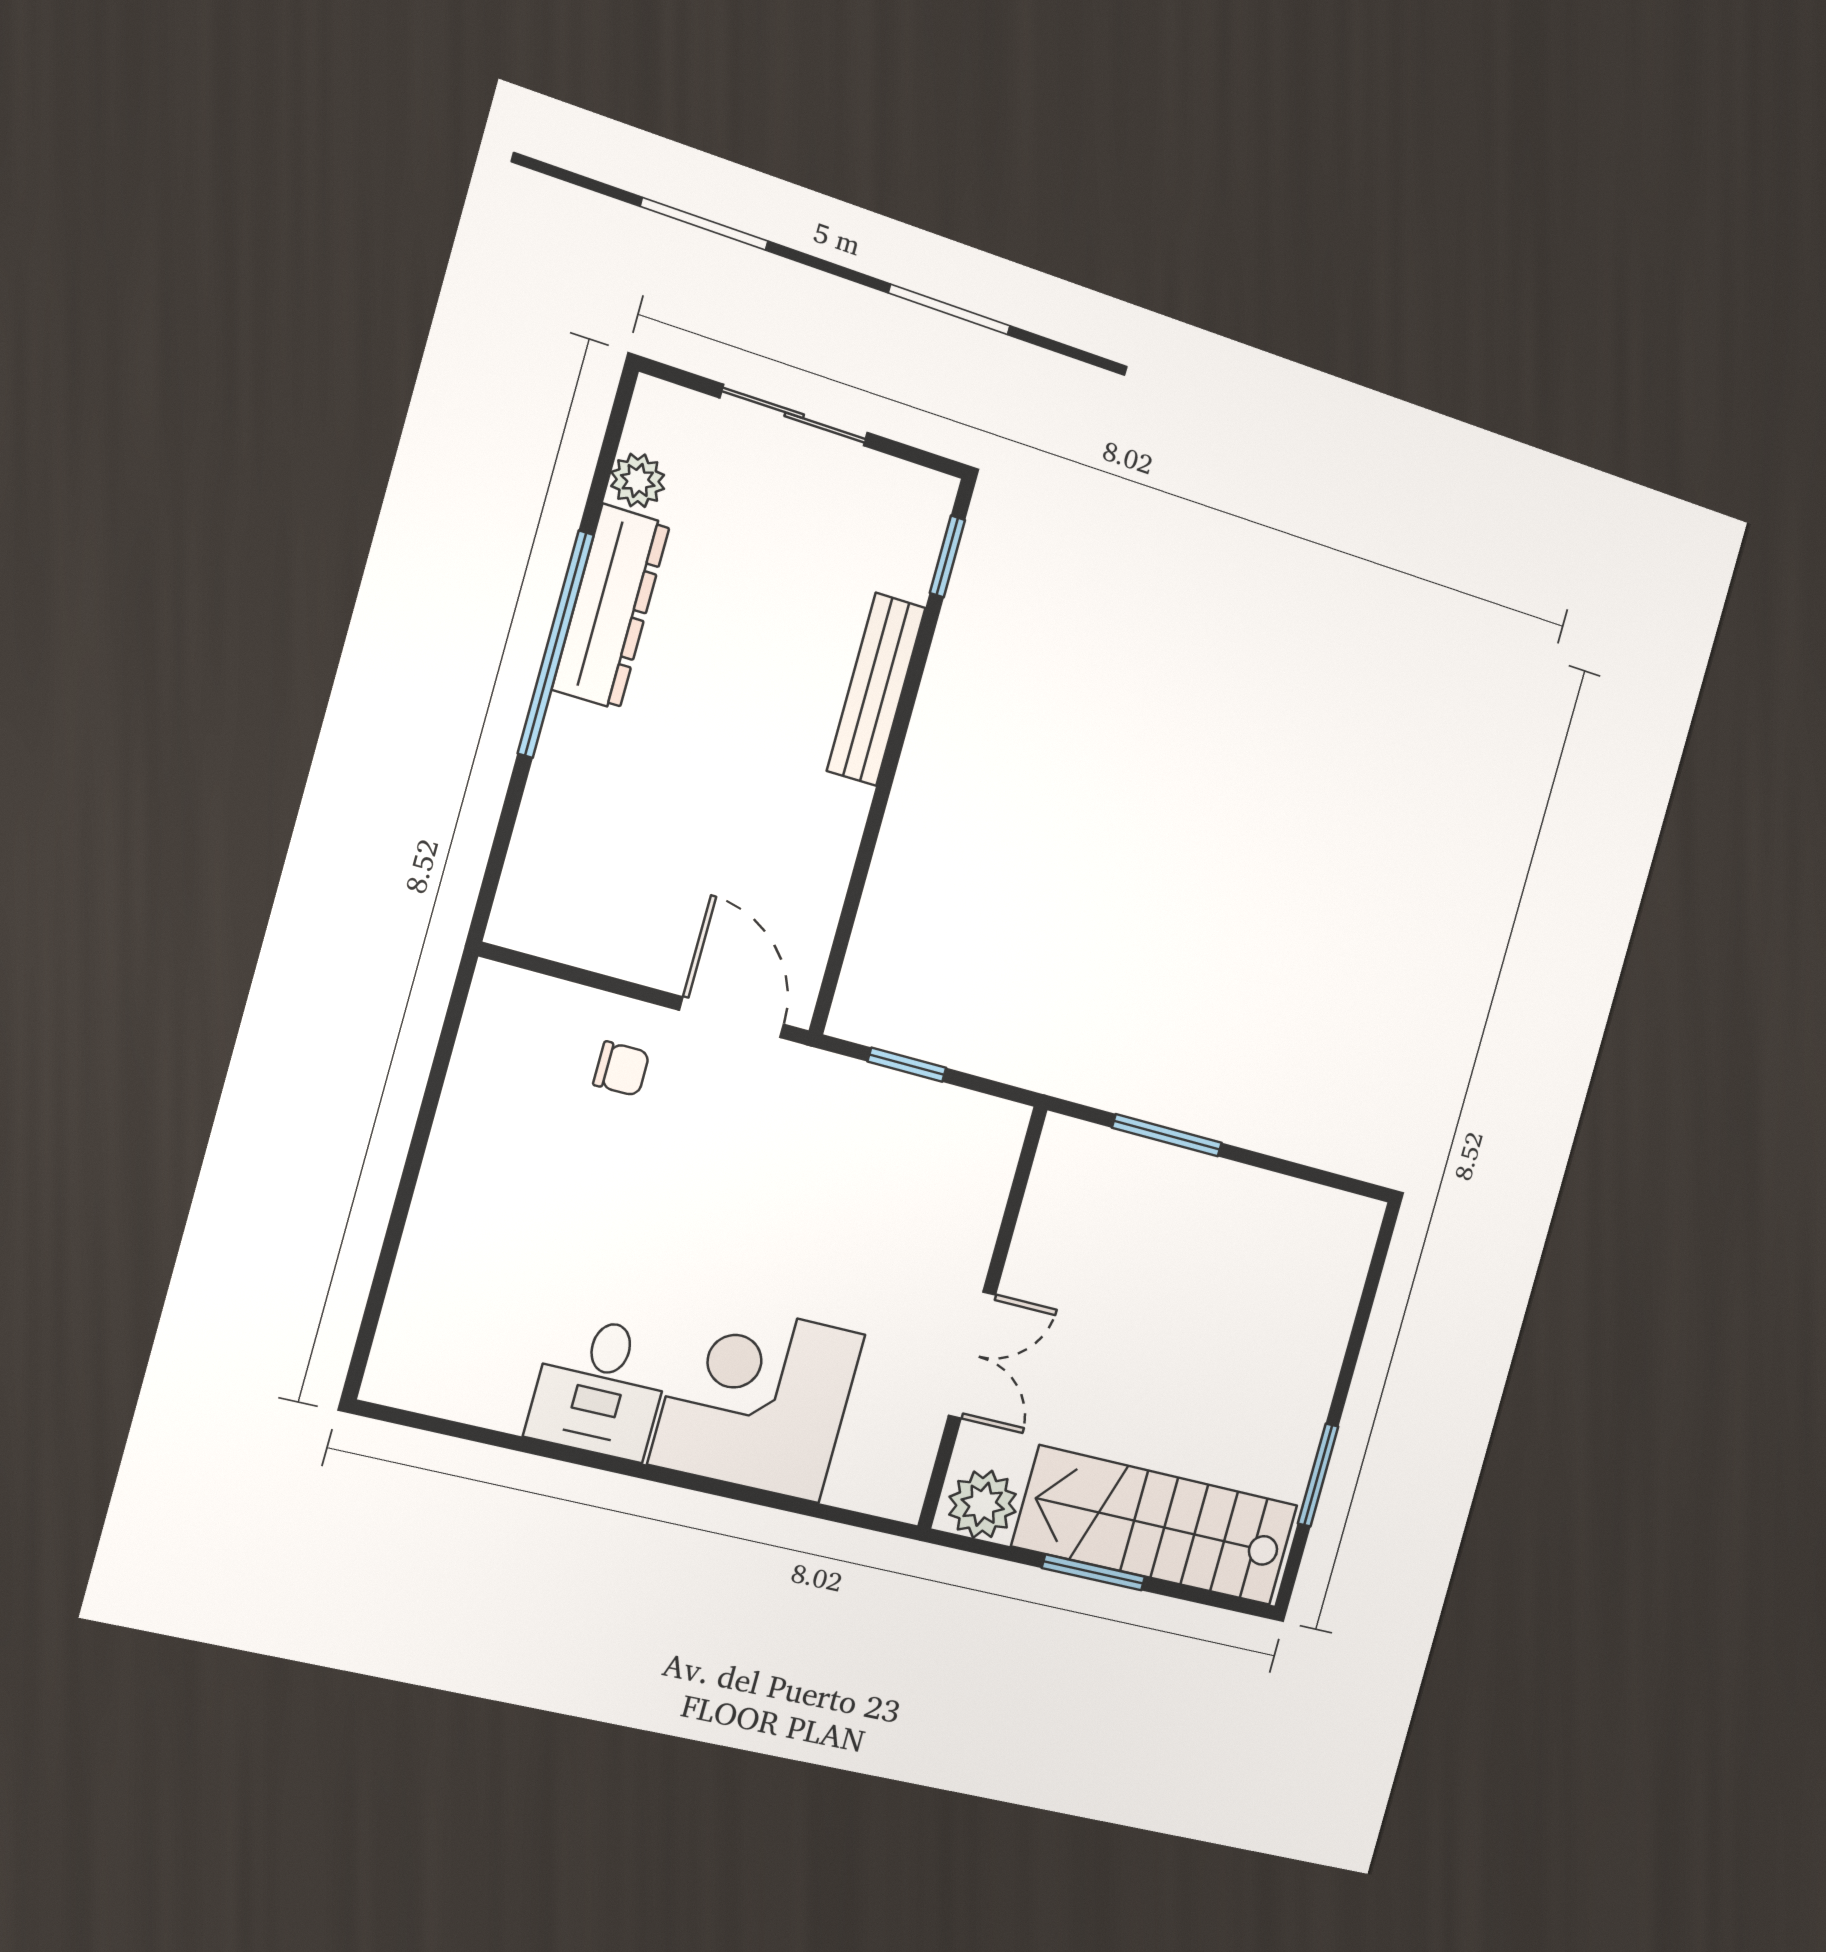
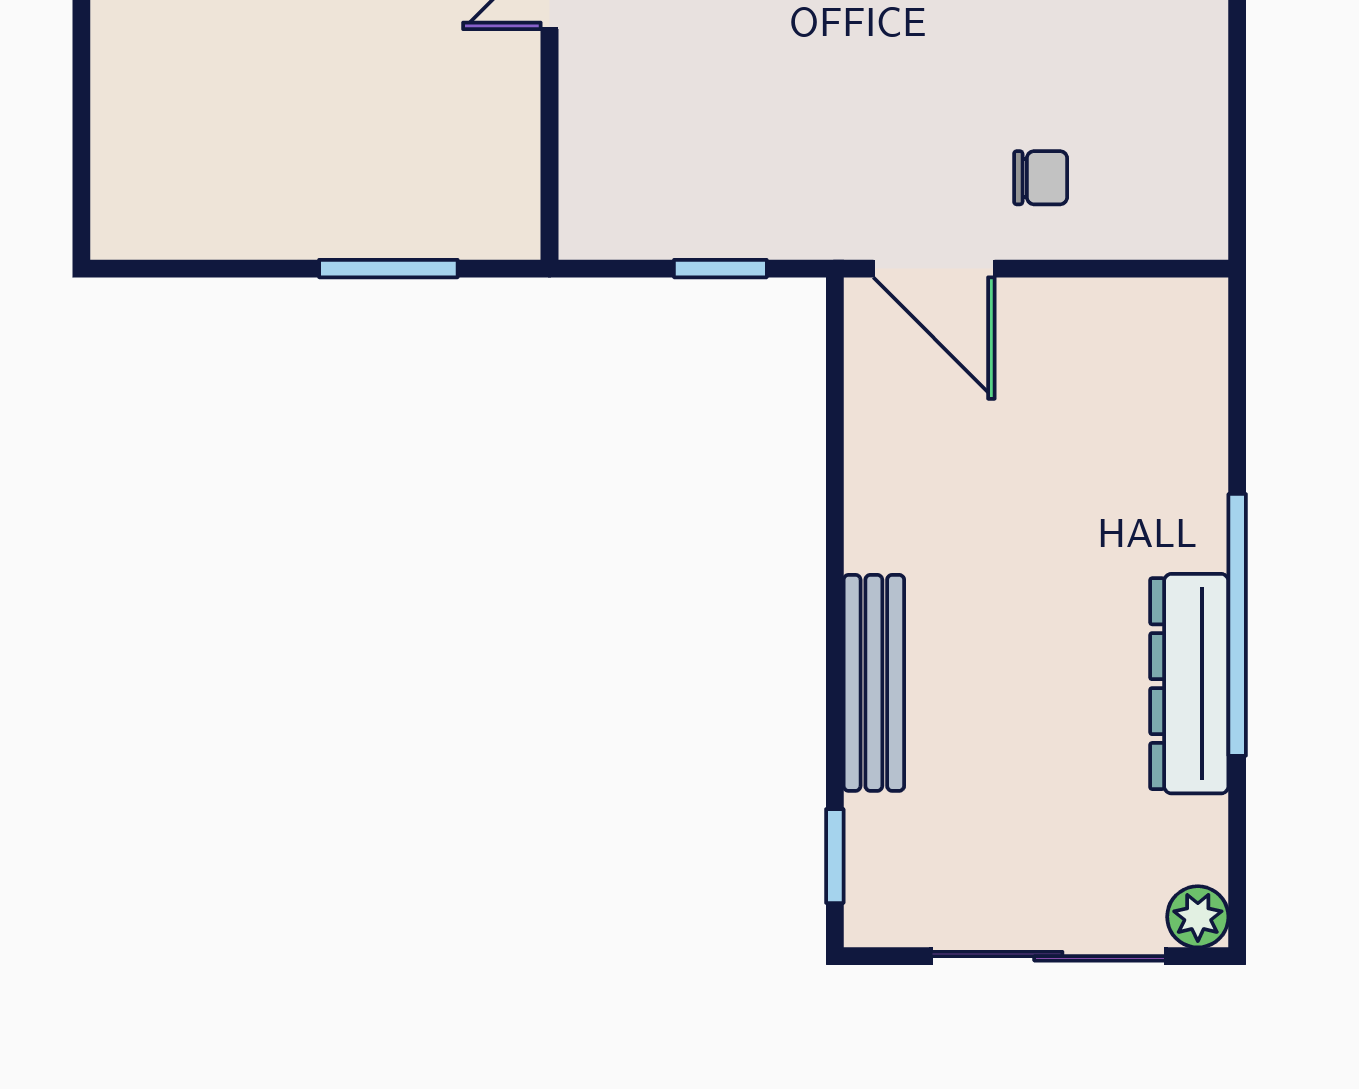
sliding door: (794, 415) -> (1048, 956), width x1.37
plant: (638, 480) -> (1198, 917), moved
chair: (621, 1069) -> (1041, 178), turned 180

